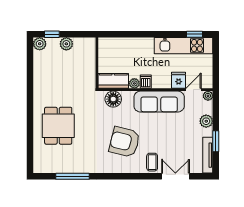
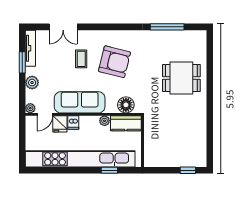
window: (195, 34) -> (109, 170), moved
plant: (40, 44) -> (200, 161), removed
plant: (66, 44) -> (173, 161), removed
kitchen unit: (184, 46) -> (80, 159), width x1.86
dishwasher: (146, 82) -> (73, 123), moved
dining table: (58, 126) -> (181, 78), turned 90
coffee table: (152, 162) -> (81, 59), moved

